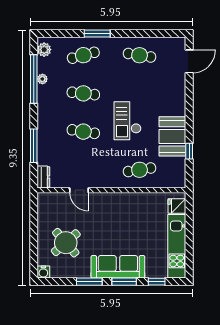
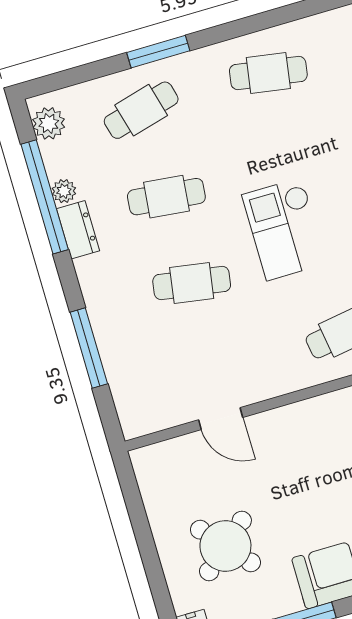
dresser: (43, 177) -> (78, 230), moved

